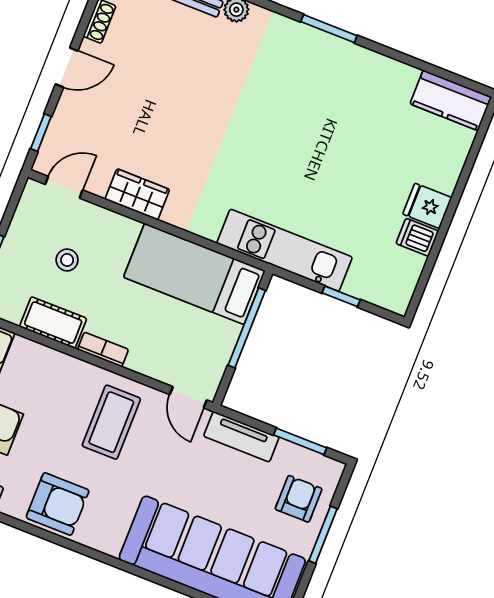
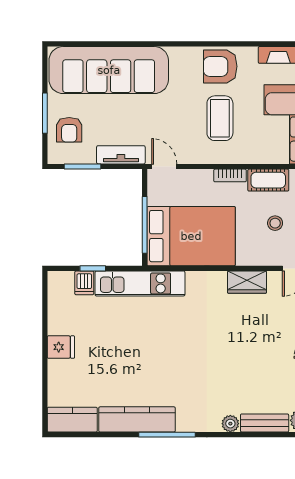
window: (329, 29) -> (167, 435), width x1.44
kitchen counter: (362, 66) -> (137, 419), added
dishwasher: (417, 237) -> (84, 283), moved, turned 90
bed: (194, 274) -> (191, 236), width x1.50
coffee table: (111, 422) -> (220, 118), moved

